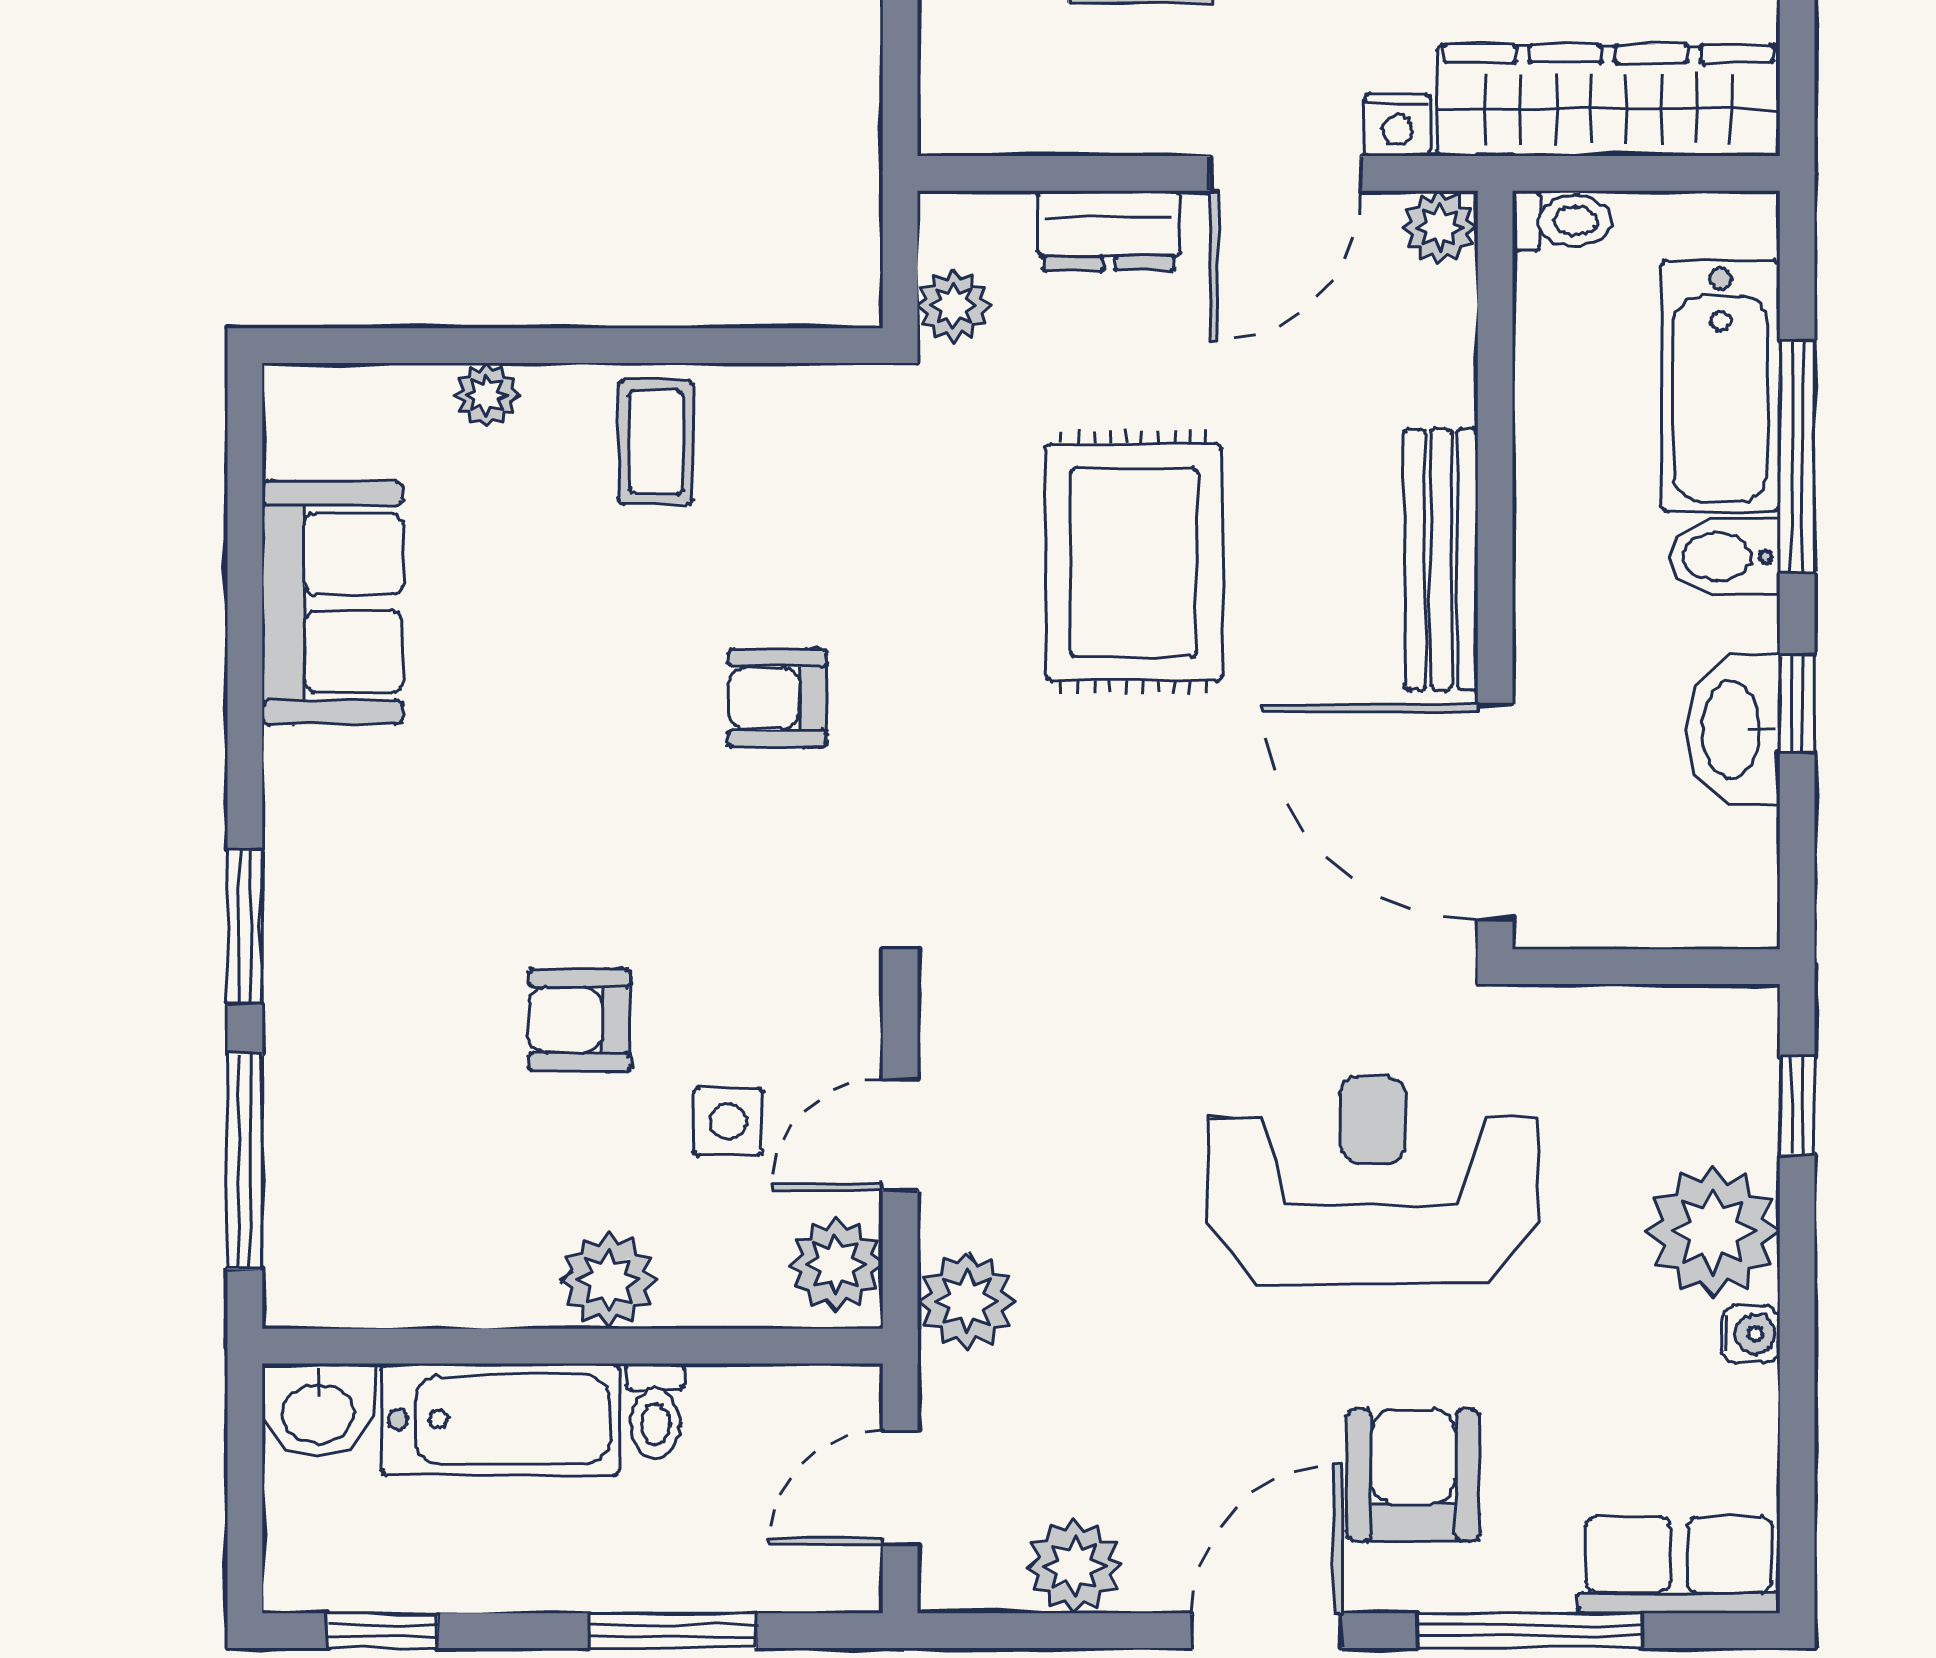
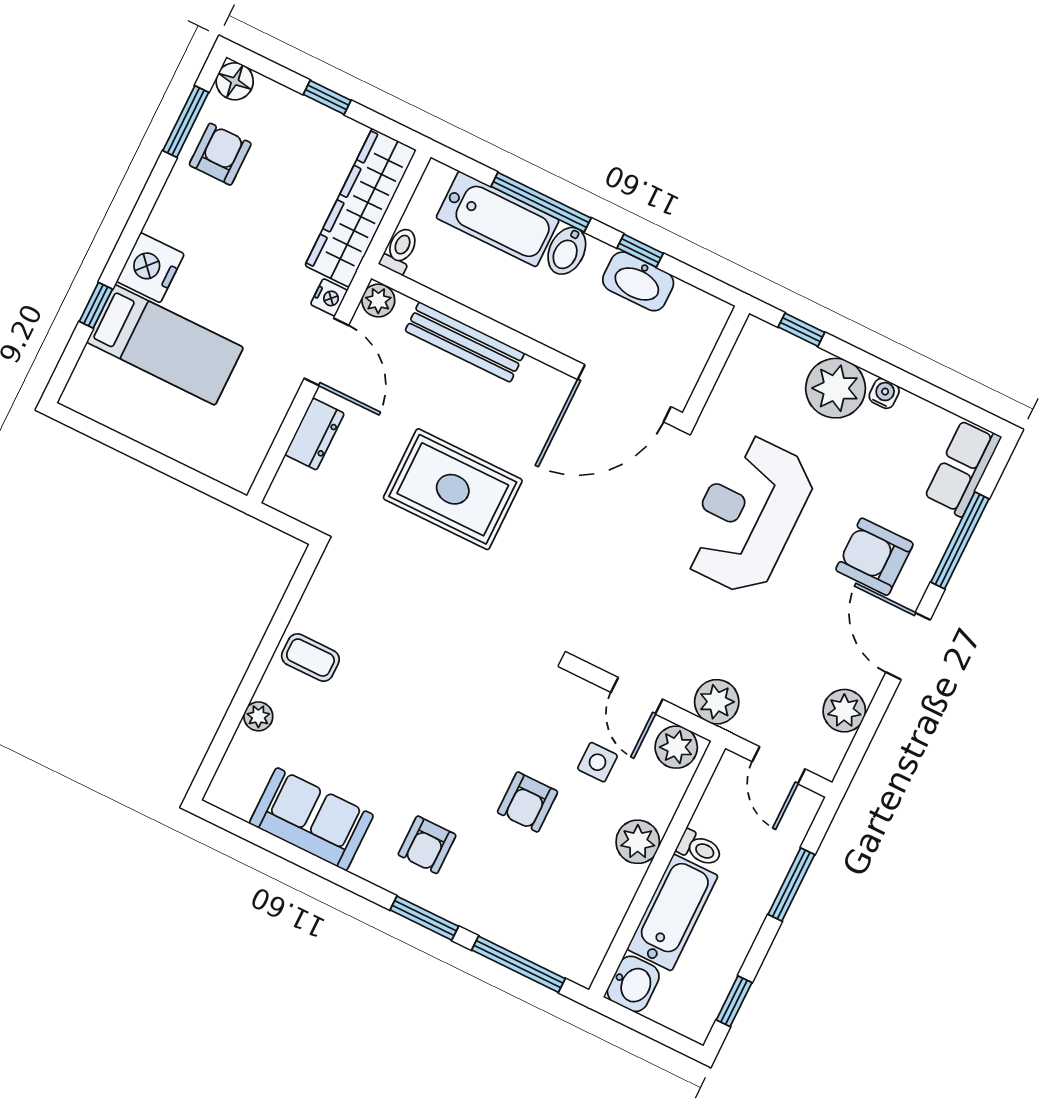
plant: (954, 306) -> (314, 511), removed
bench: (1441, 559) -> (465, 342), moved
armchair: (778, 698) -> (427, 845), moved

